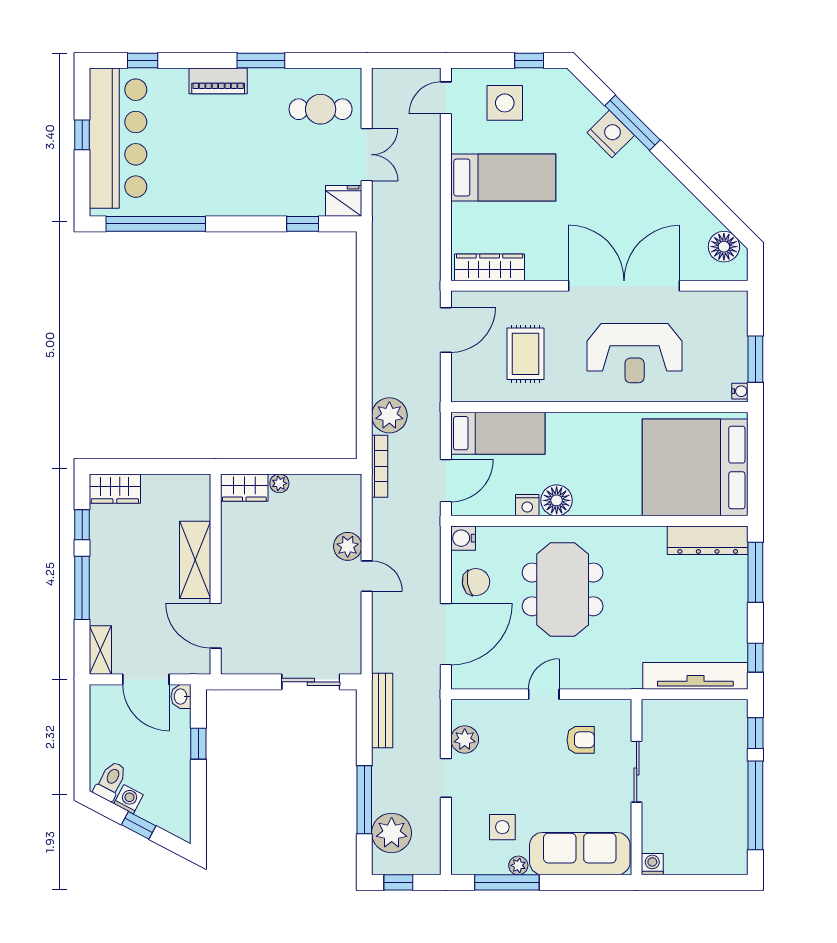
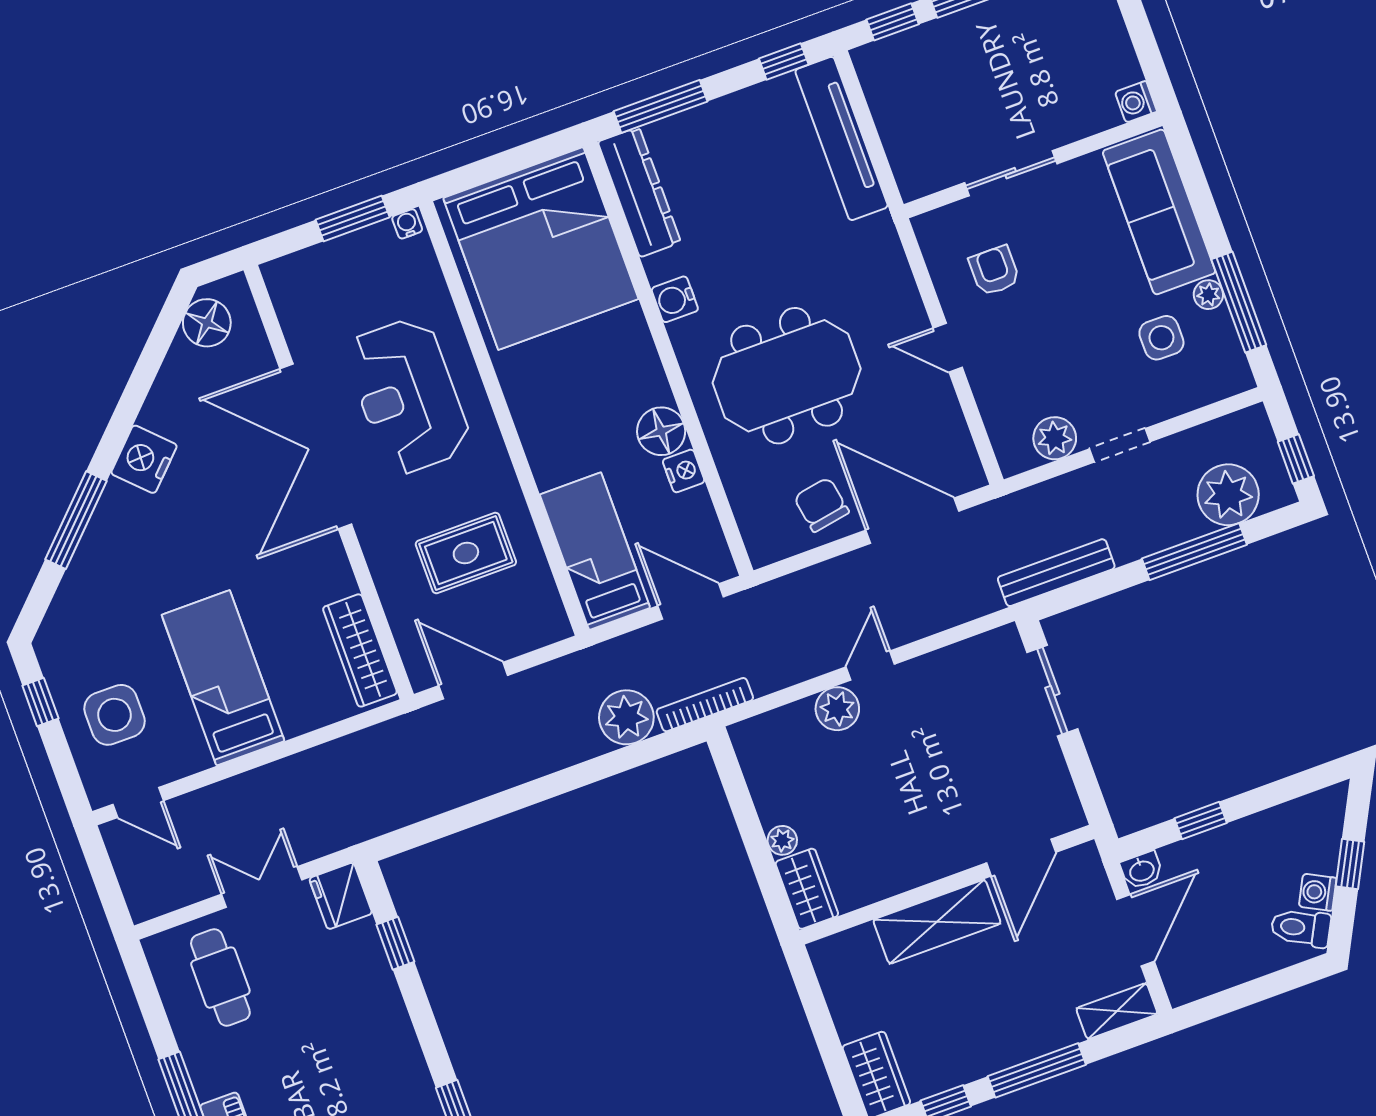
nightstand: (611, 134) -> (144, 459), moved
reception desk: (635, 353) -> (408, 396), turned 180
water cooler: (463, 538) -> (675, 299), moved, turned 90

